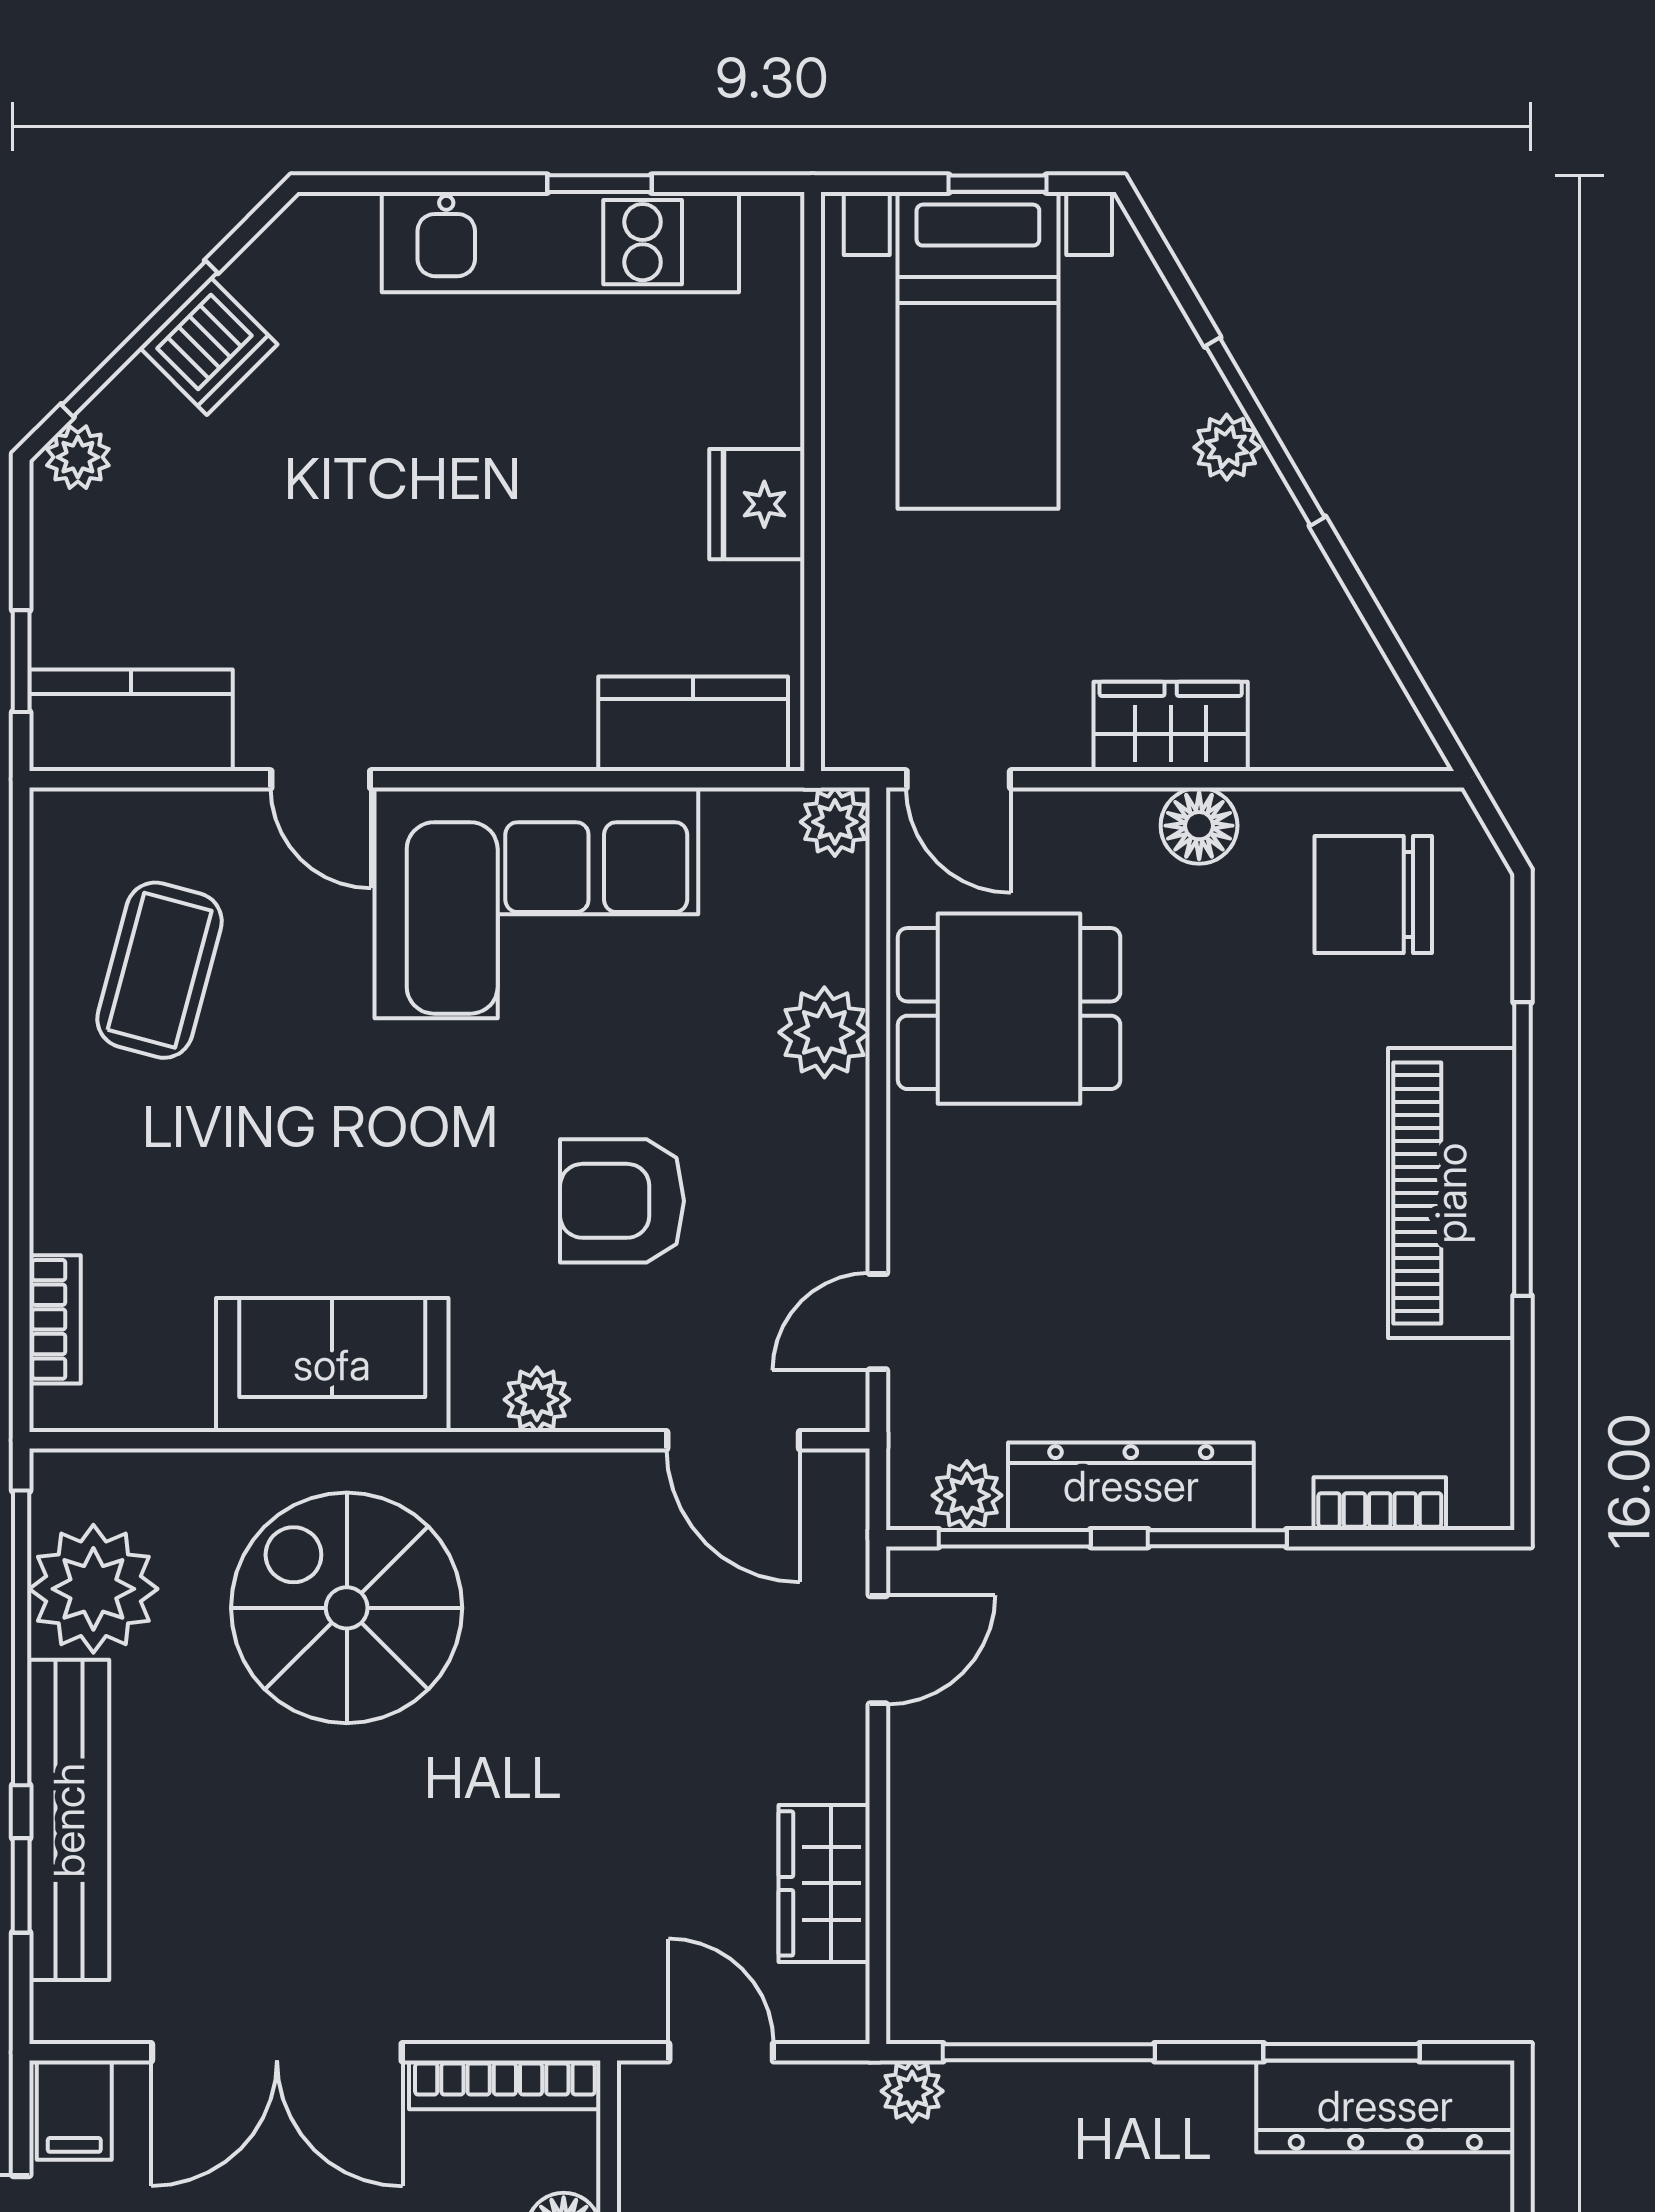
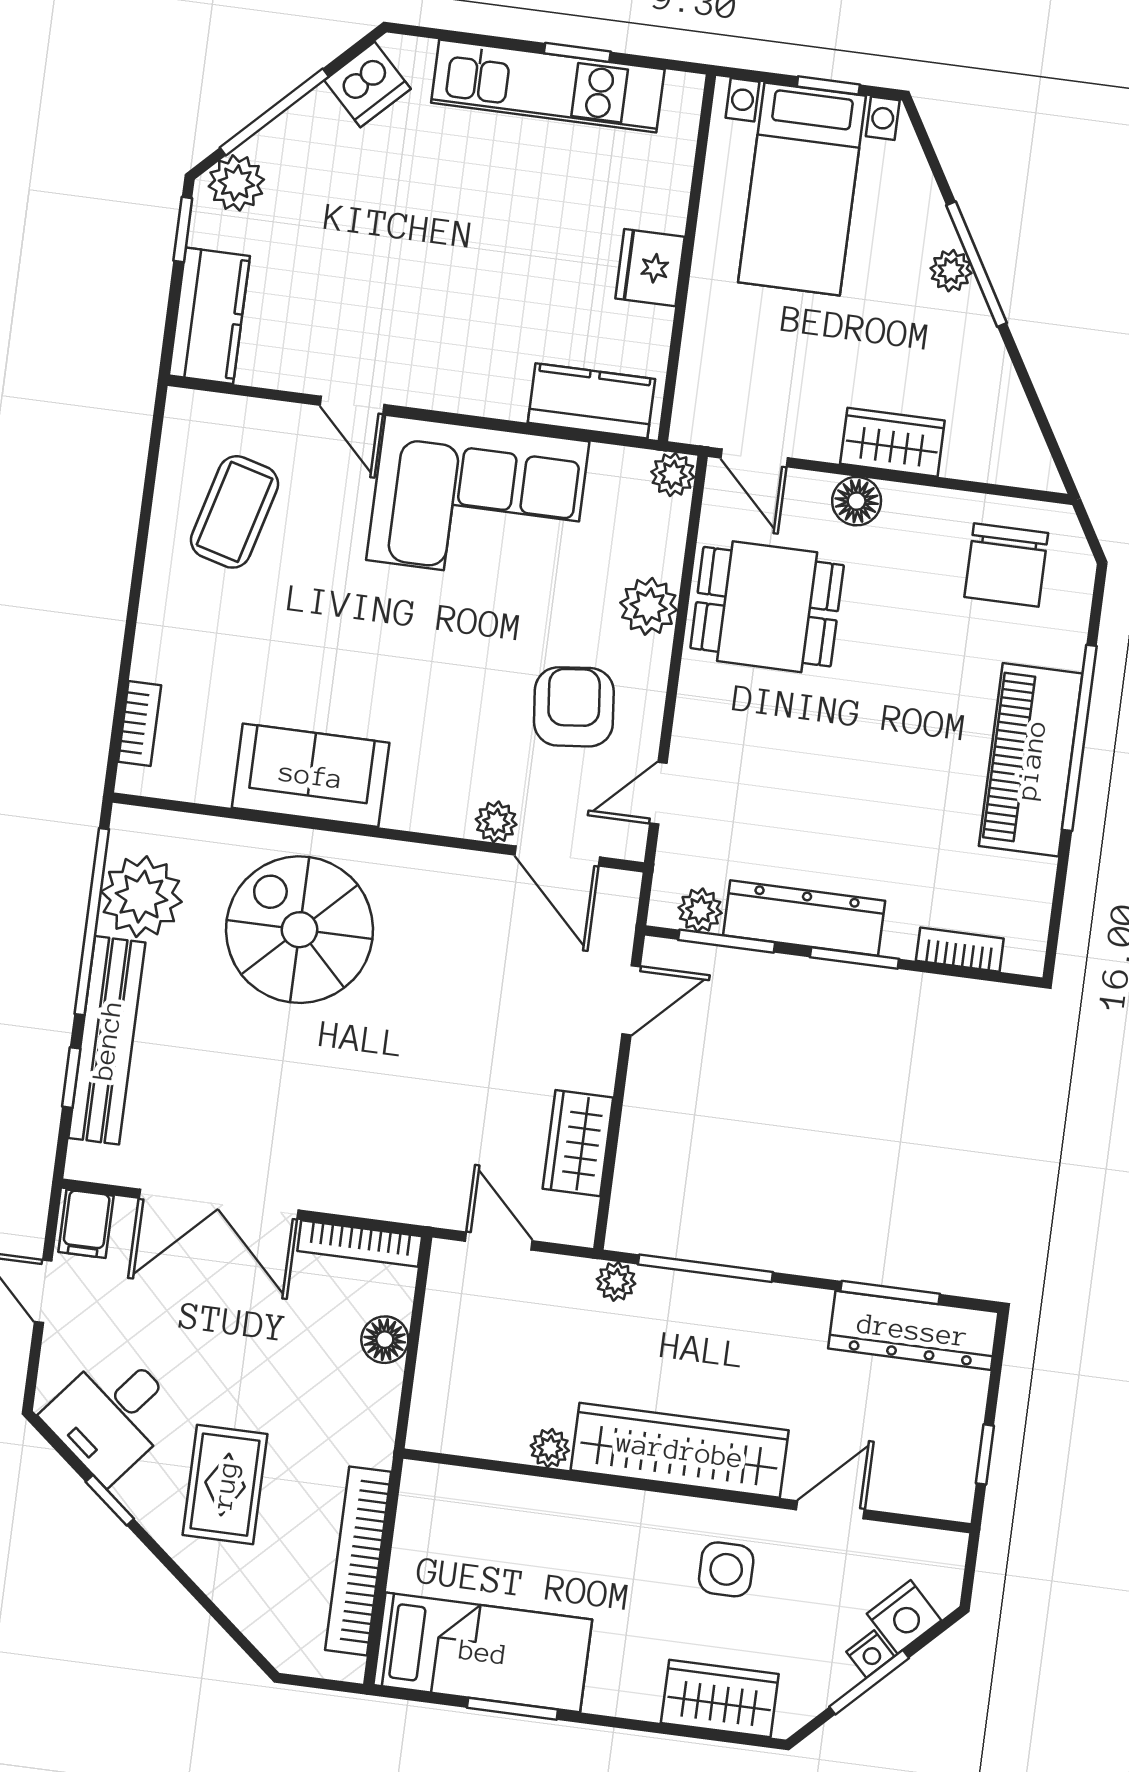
dishwasher: (209, 347) -> (367, 85), moved
plant: (78, 457) -> (236, 183), width x1.38, depth x1.38
window: (21, 661) -> (183, 230), moved
kitchen counter: (131, 720) -> (209, 316), moved, turned 90
floor lamp: (1199, 826) -> (857, 501), moved
chair: (1373, 895) -> (1006, 565), turned -90
armchair: (622, 1201) -> (574, 707), moved, turned 84
plant: (537, 1400) -> (496, 822), moved

